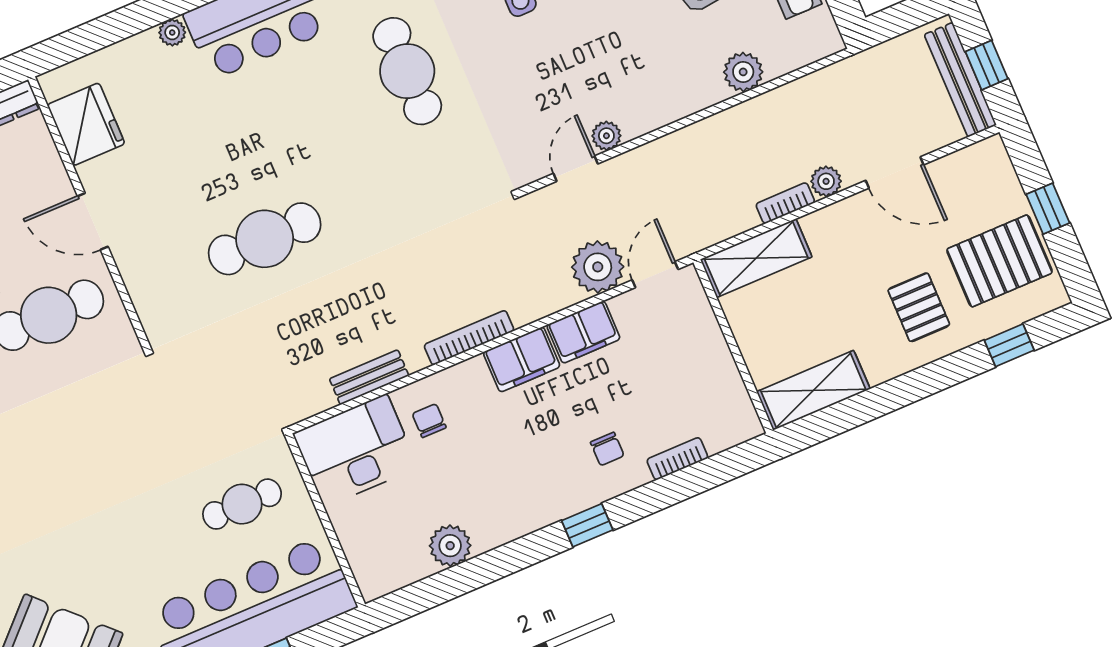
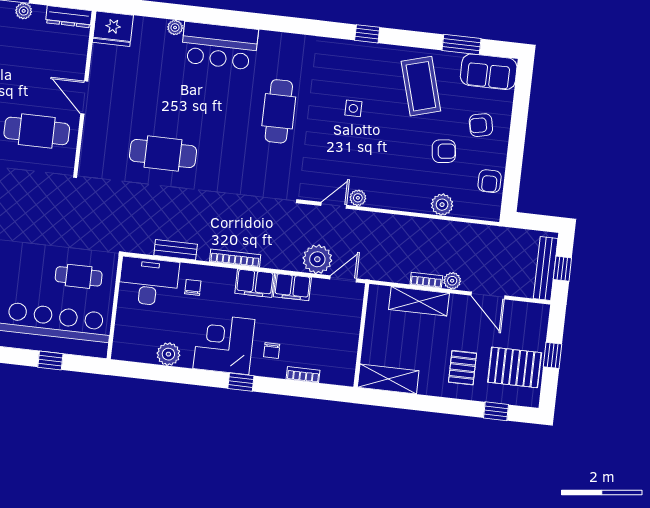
fridge: (86, 124) -> (113, 29), moved, turned 90
shelving: (756, 258) -> (419, 301), moved
corner desk: (527, 481) -> (224, 344), added

